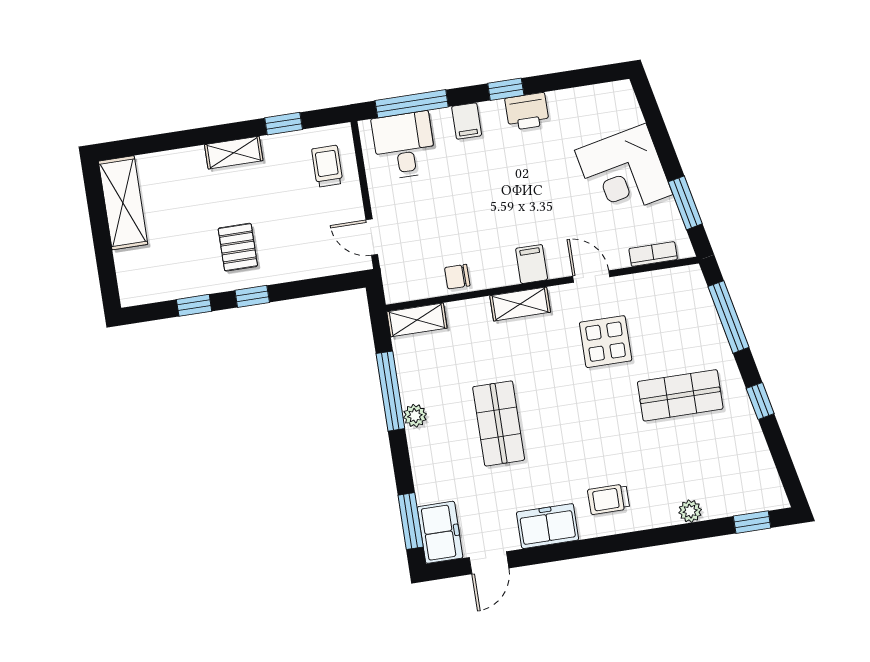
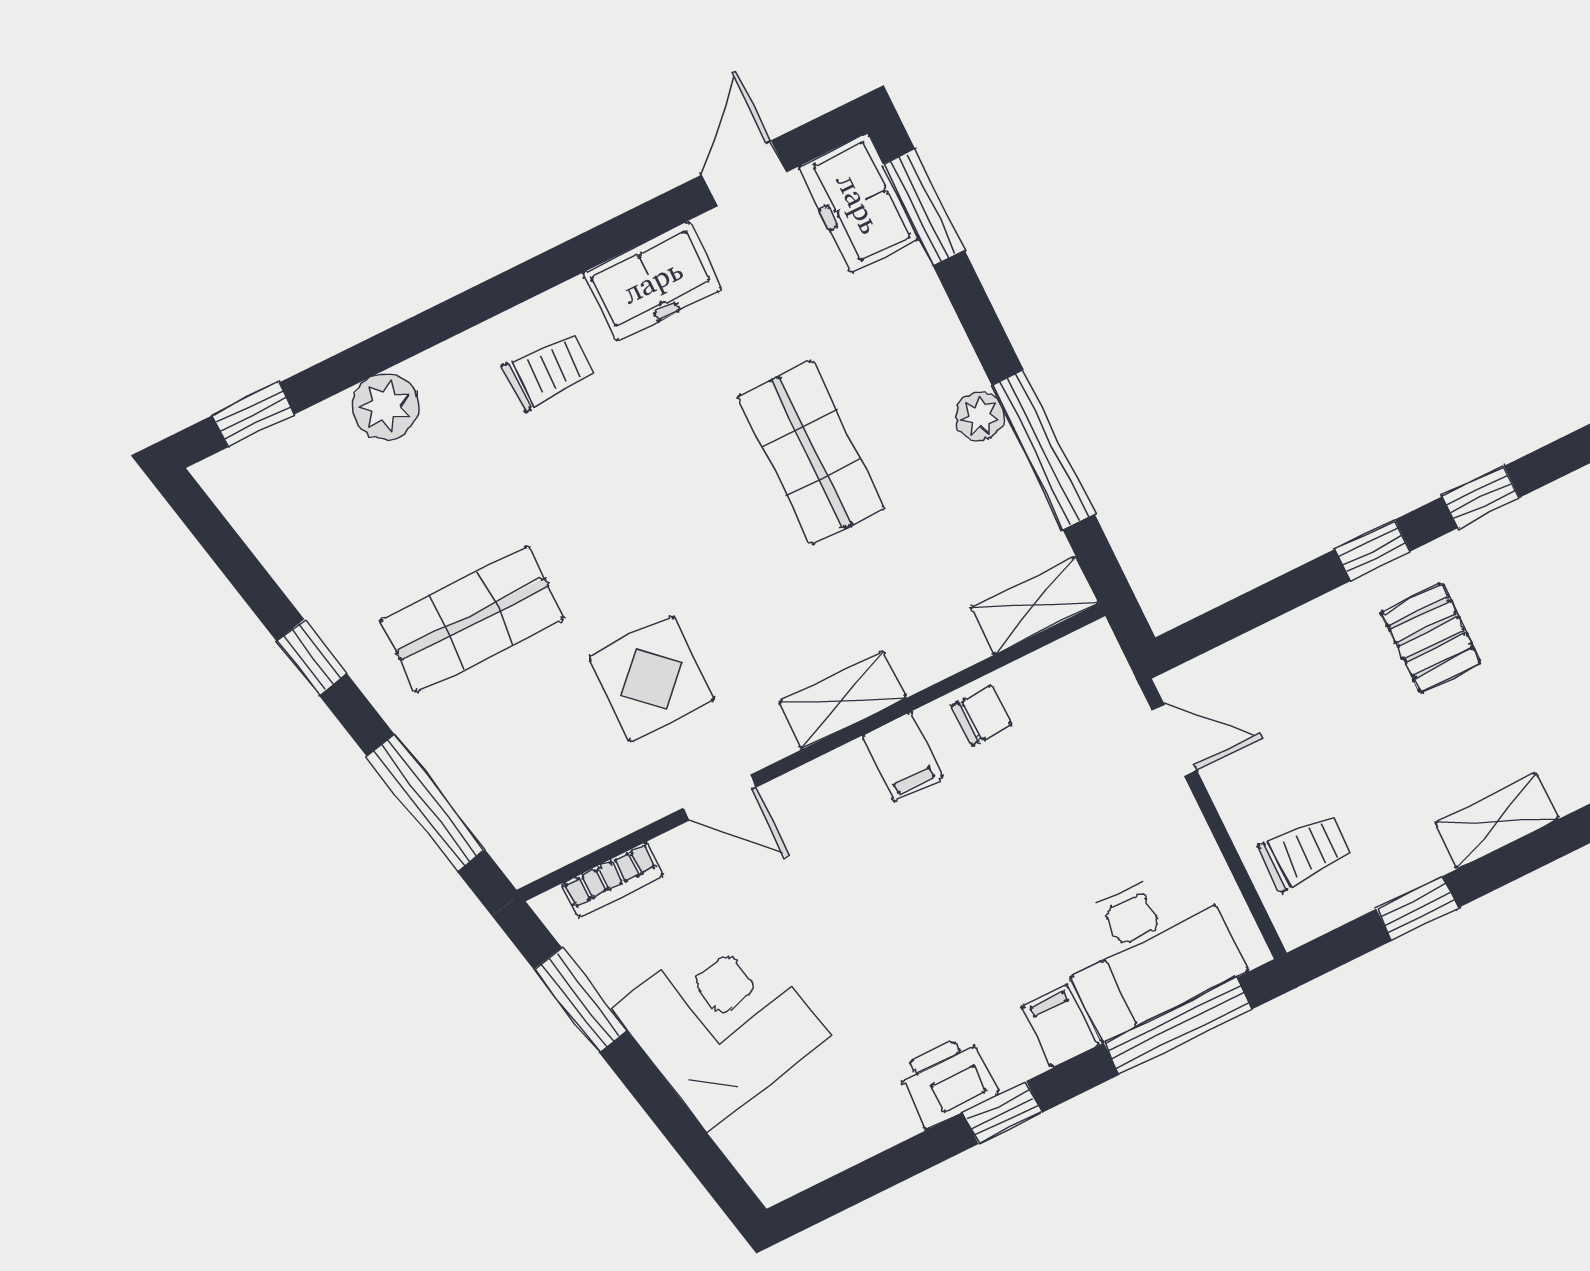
desk: (404, 145) -> (1147, 950), width x1.37
trolley: (327, 166) -> (1305, 852), turned -90
filing cabinet: (532, 264) -> (902, 757), moved
plant: (690, 511) -> (385, 406), width x1.38, depth x1.38

